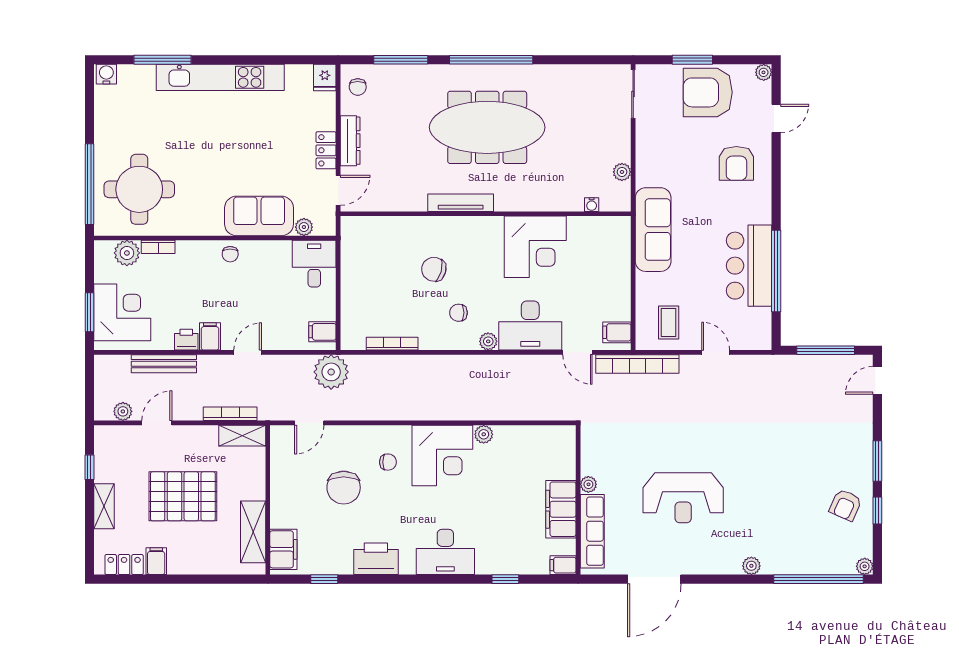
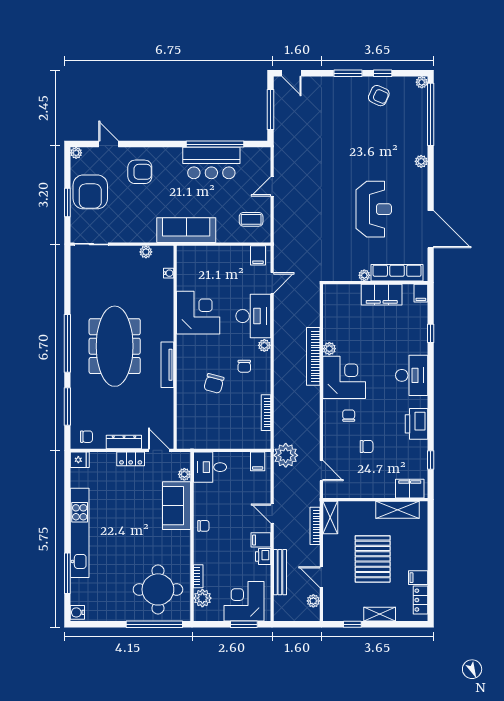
bookcase: (637, 364) -> (313, 356), moved, turned 180
chair: (344, 488) -> (367, 447), width x0.54, depth x0.54

